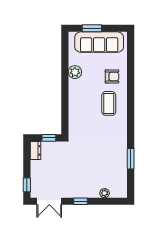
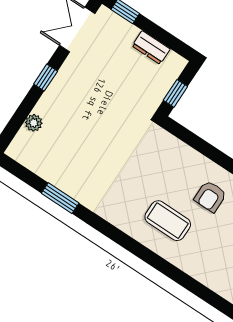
armchair: (112, 77) -> (210, 196), moved
dresser: (35, 150) -> (151, 47), moved

